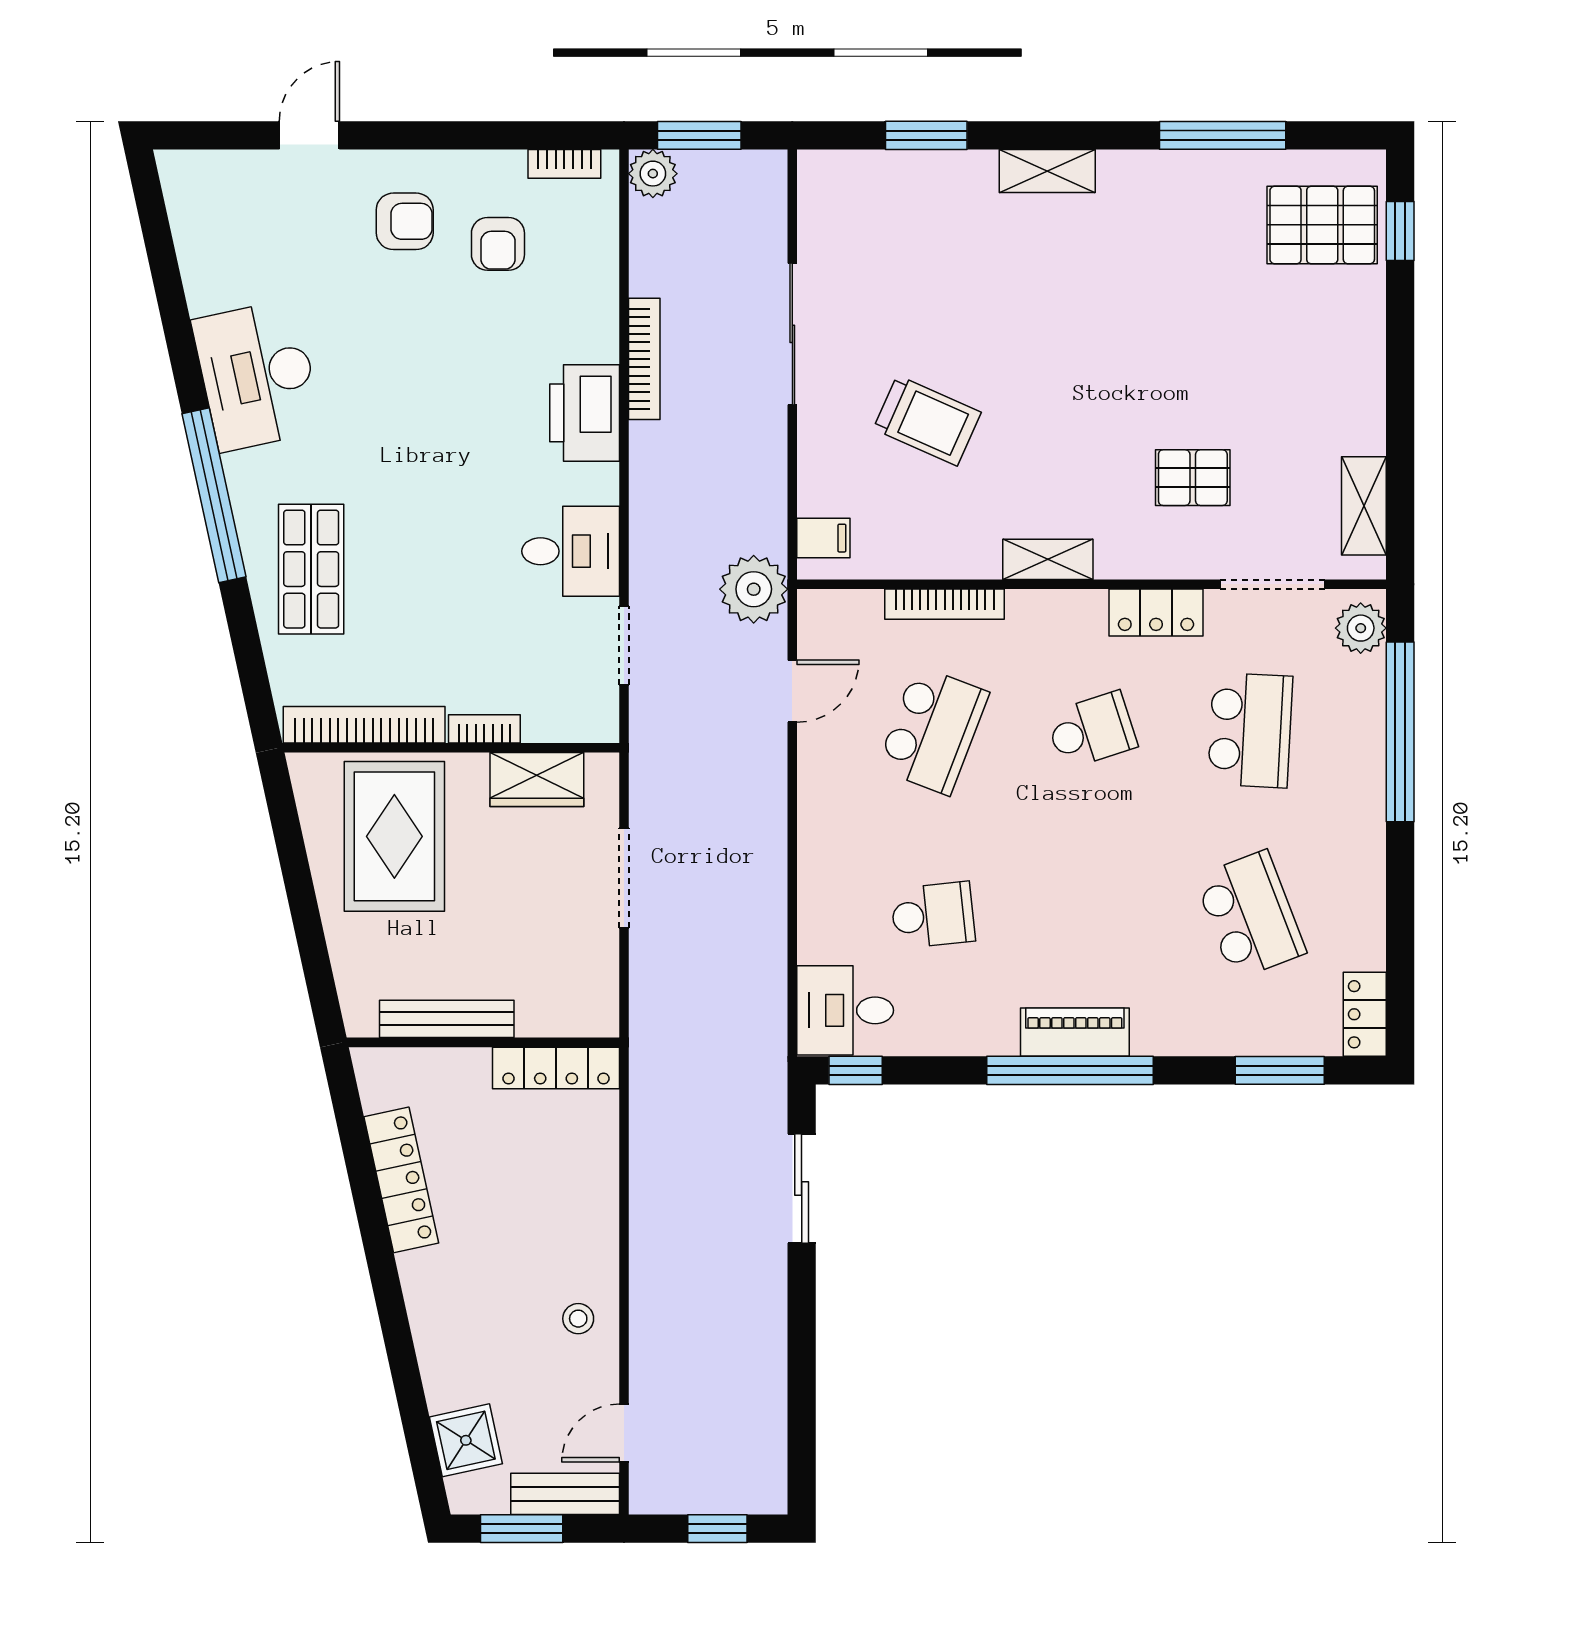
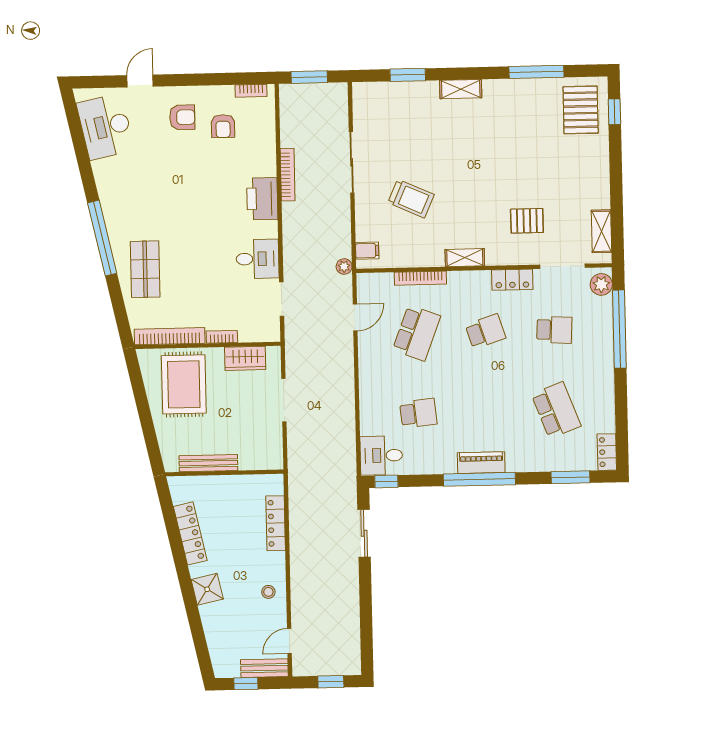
plant: (653, 174) -> (290, 94), removed
pallet: (1322, 225) -> (581, 110), turned 90
desk: (257, 375) -> (105, 127), moved
plant: (754, 589) -> (344, 267), width x0.53, depth x0.53
school desk: (1250, 730) -> (554, 330), width x0.54
locker: (556, 1068) -> (276, 523), moved, turned 90
shower: (466, 1440) -> (207, 589), moved
window: (522, 1529) -> (246, 684), width x0.67

